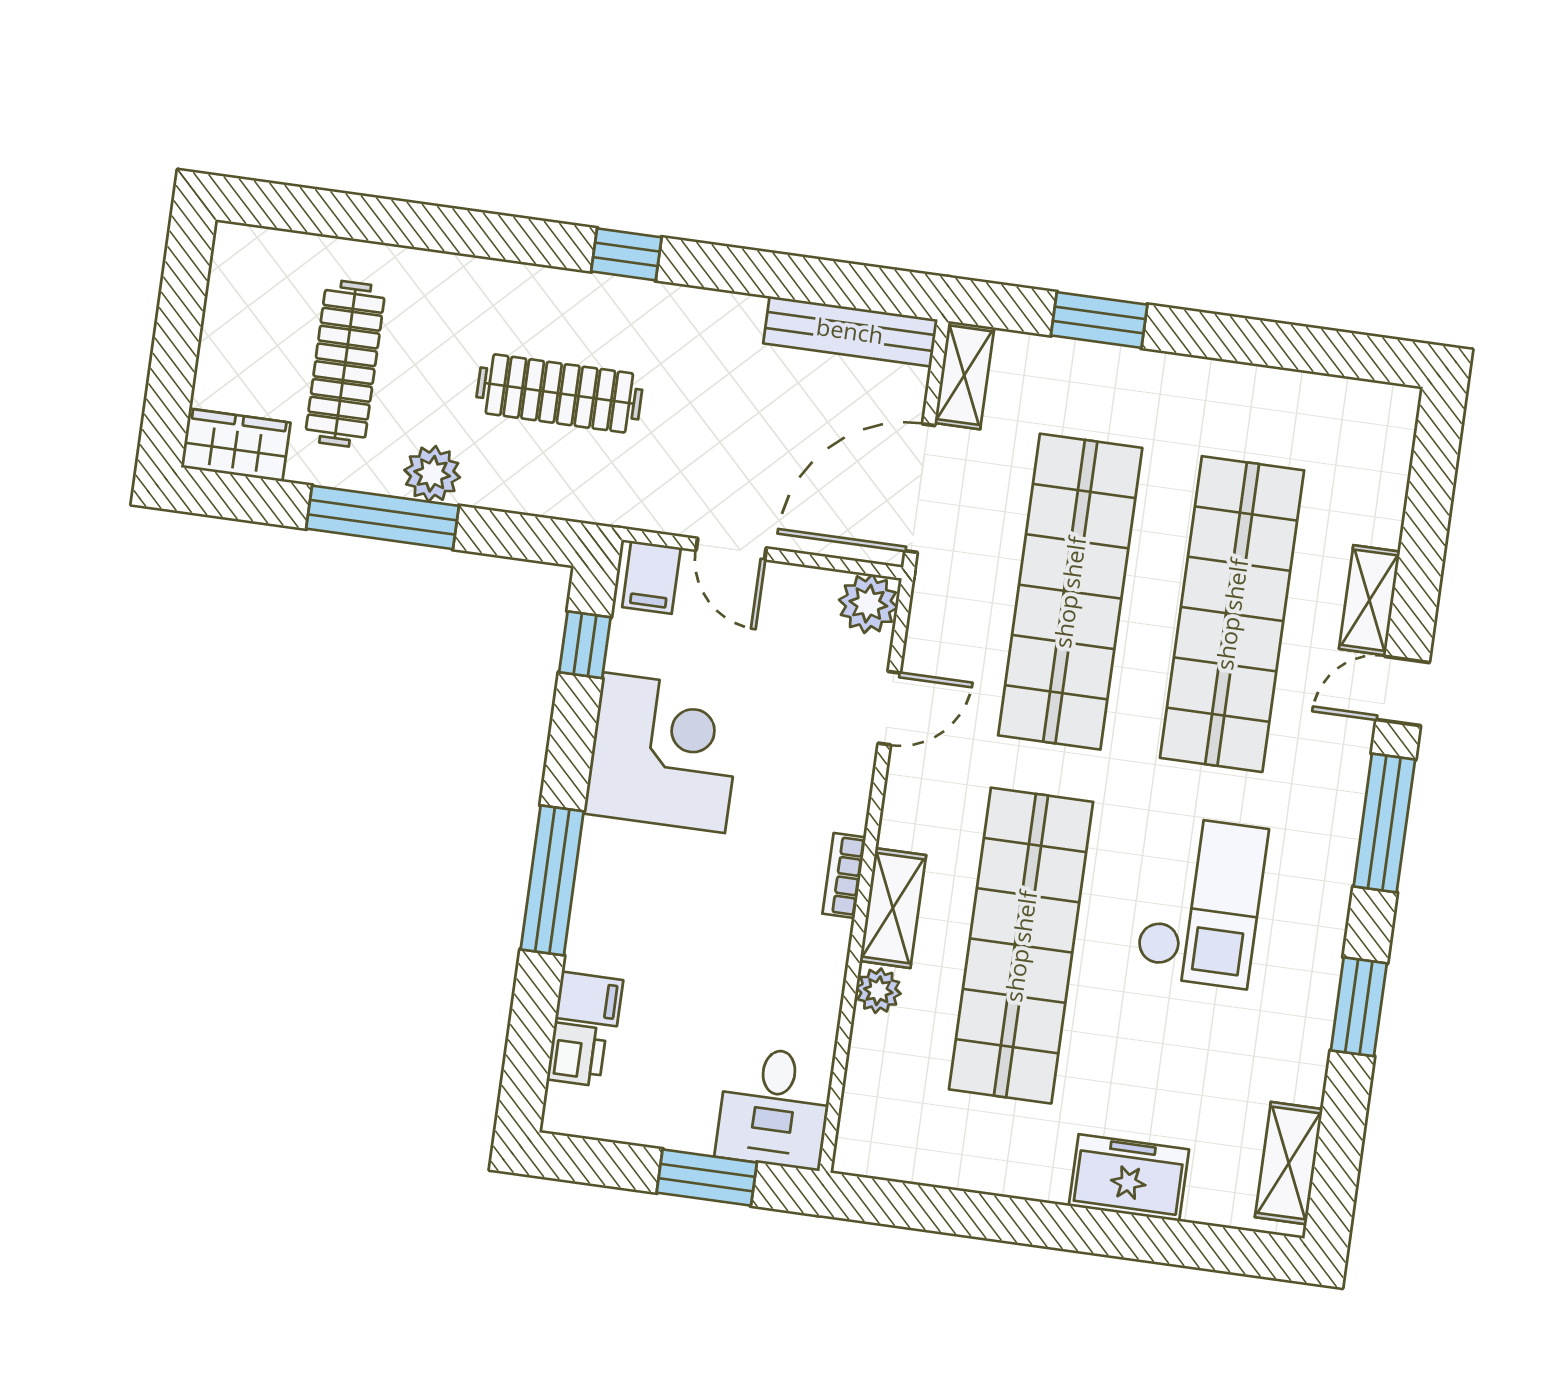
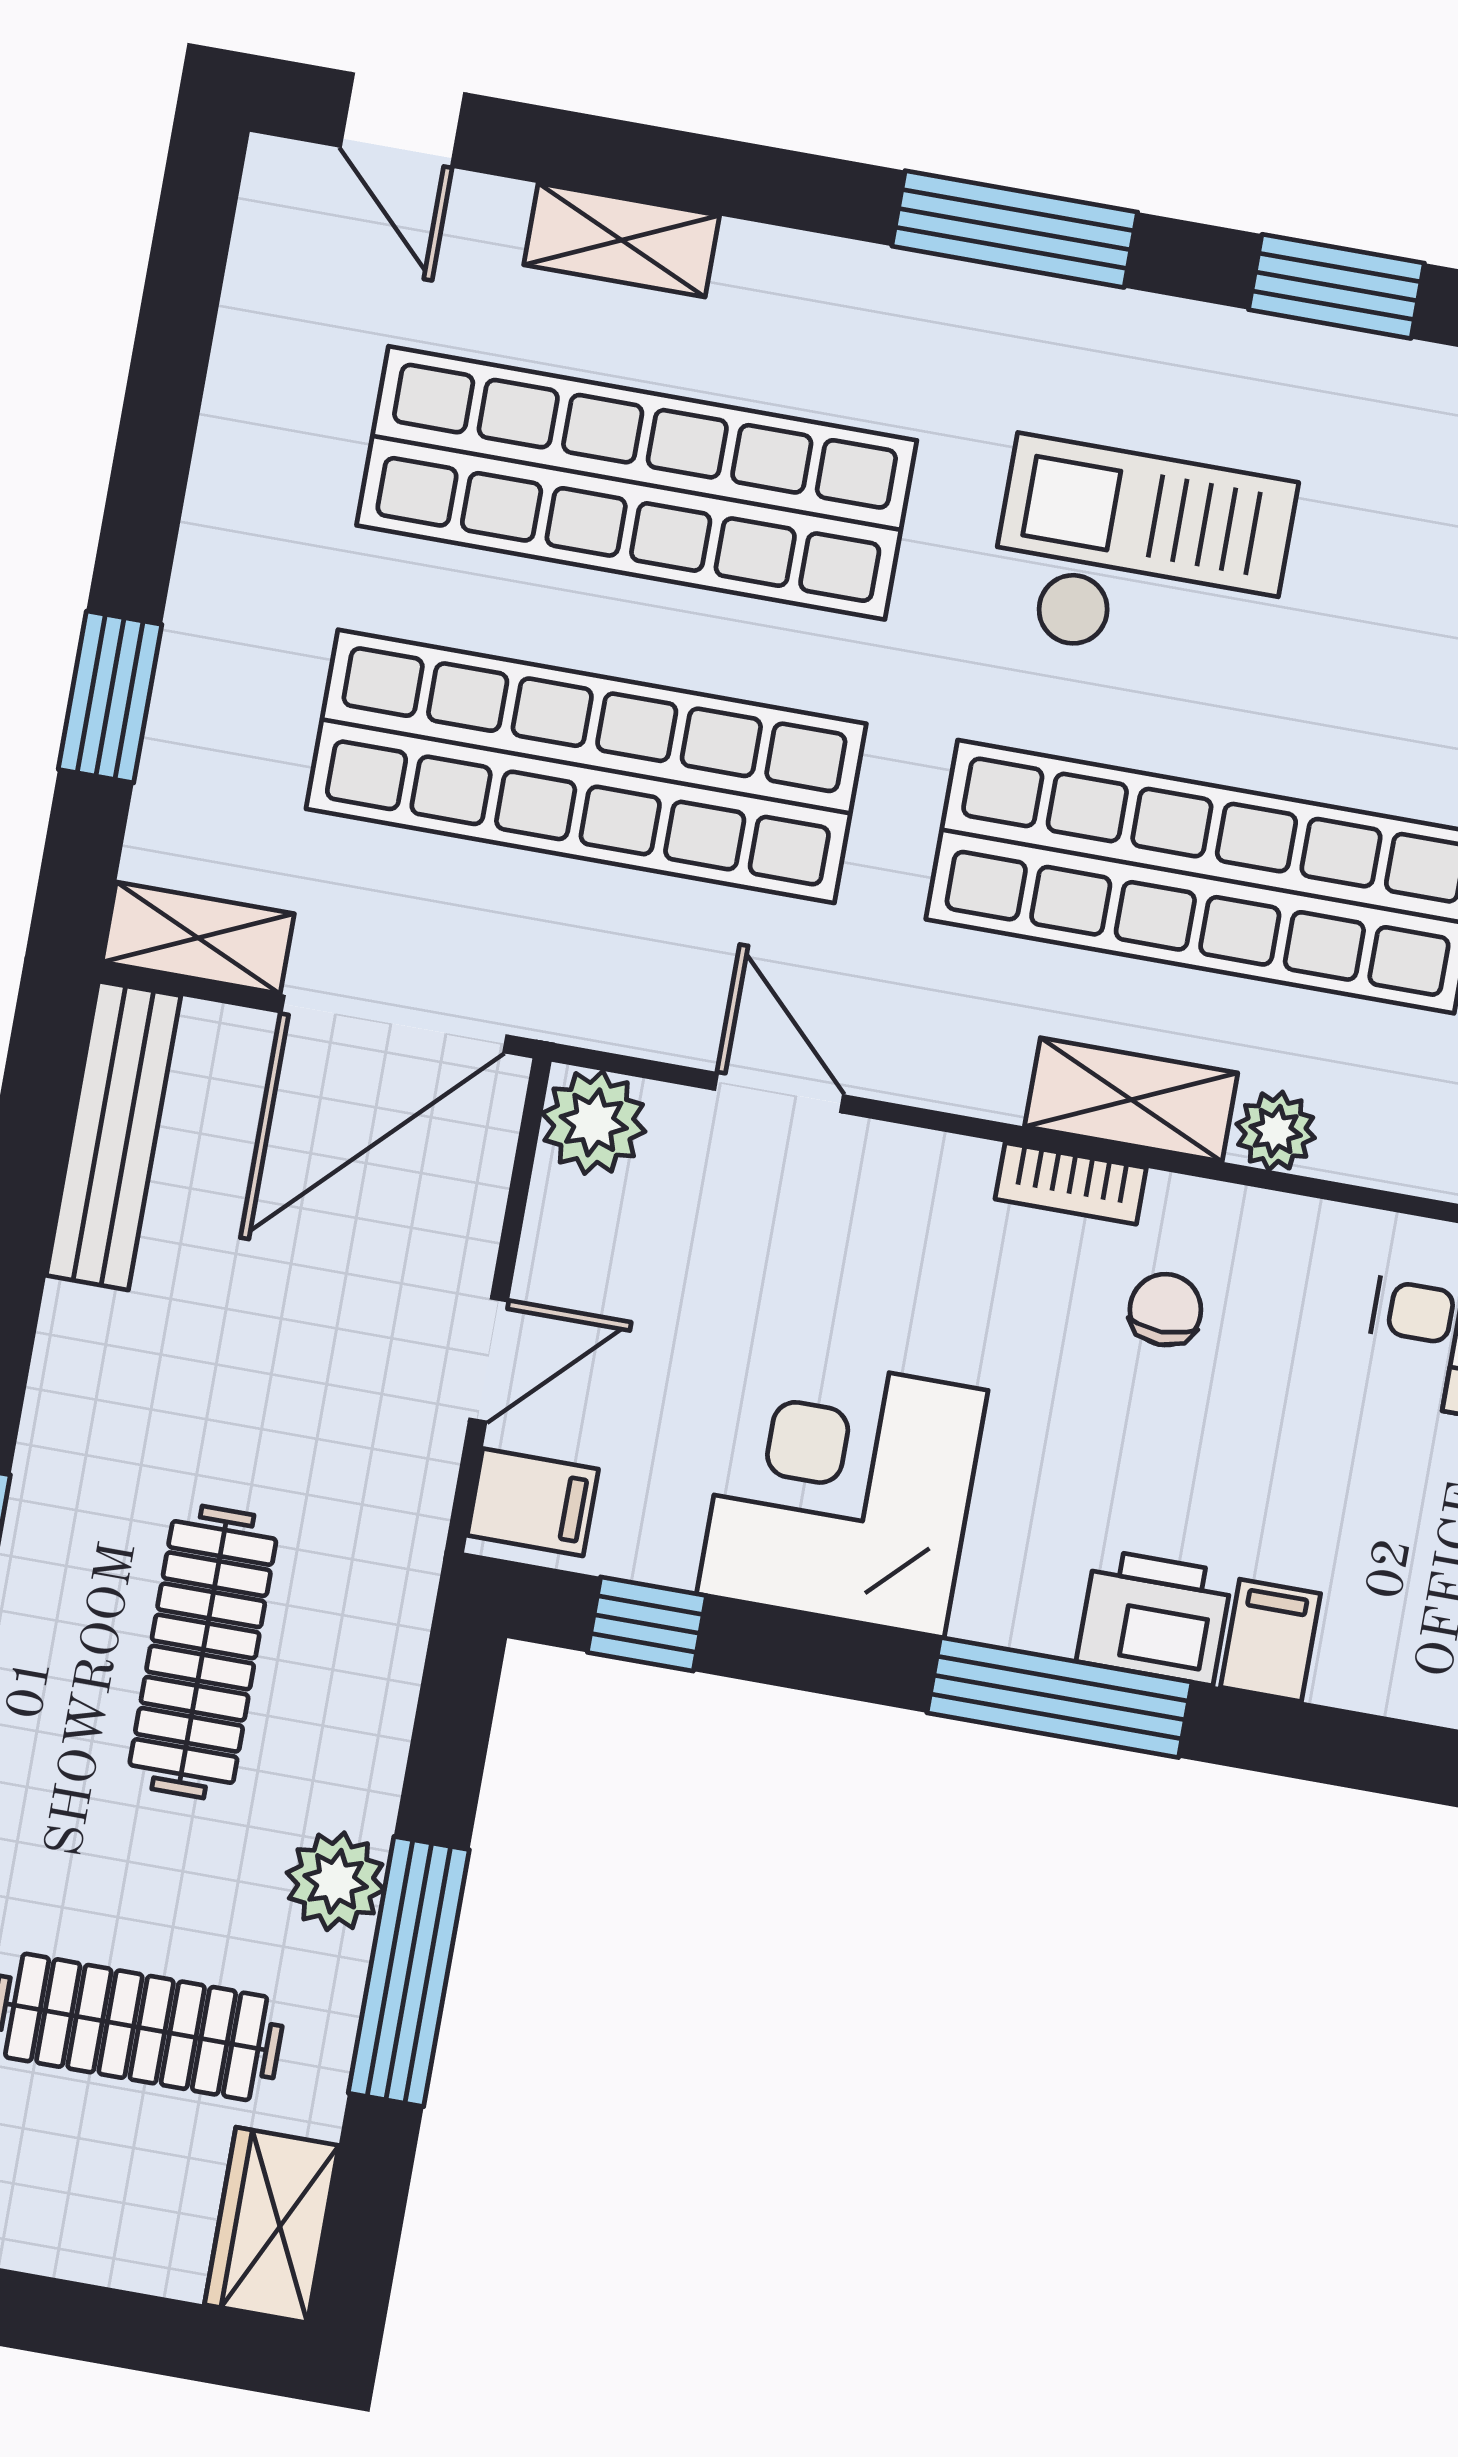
door: (920, 488) -> (394, 1024), hinge flipped
door: (1403, 691) -> (403, 120), moved
chair: (775, 932) -> (1165, 1310), added
printer: (577, 1054) -> (1154, 1617), moved, width x1.36, depth x1.24

